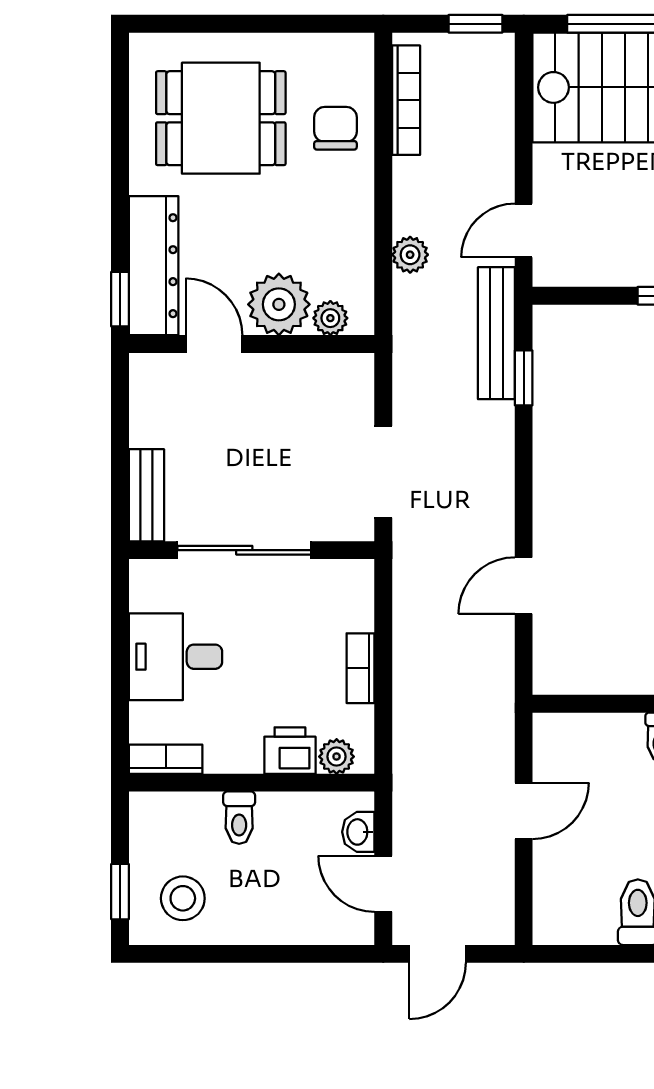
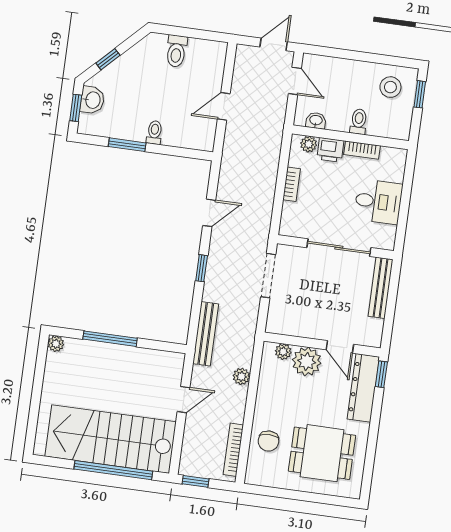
door: (524, 230) -> (184, 400), moved
window: (524, 378) -> (202, 268), moved
bench: (146, 495) -> (380, 288), width x1.36
bookcase: (166, 759) -> (362, 150), moved
washbasin: (358, 832) -> (316, 121), moved, turned -90

